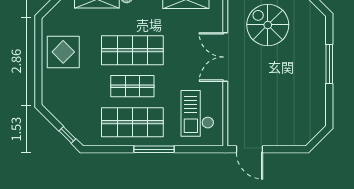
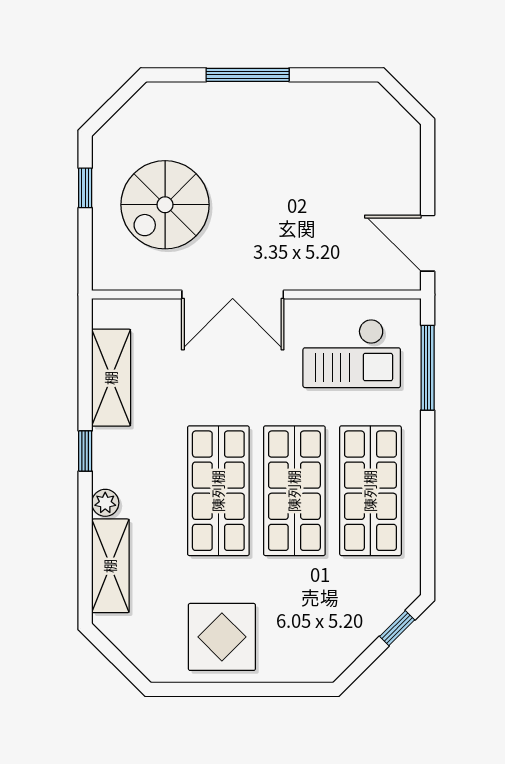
shop shelf: (132, 86) -> (294, 491), width x1.43, depth x1.36
window: (154, 149) -> (428, 368), moved
door: (250, 149) -> (428, 243), swing flipped

